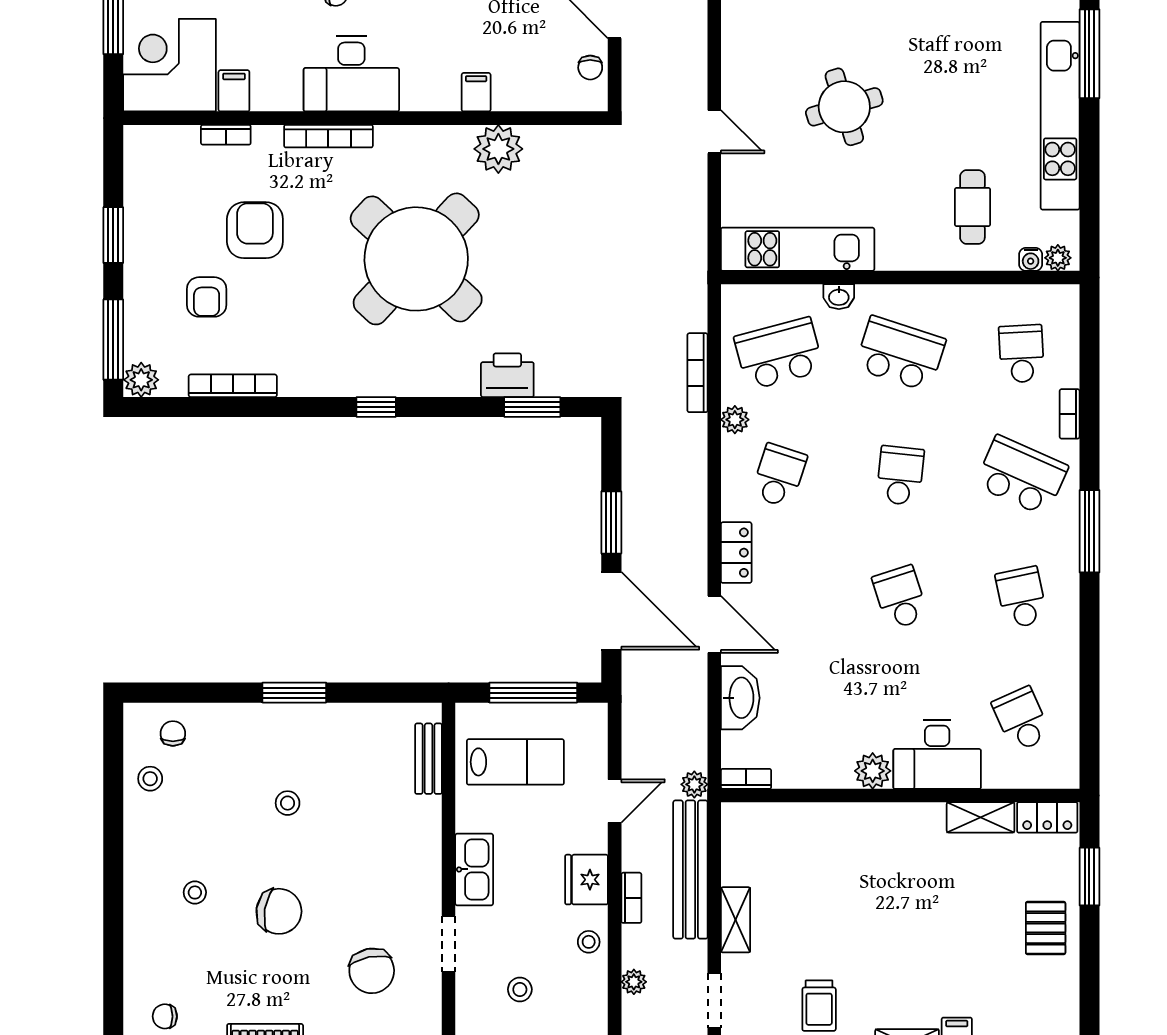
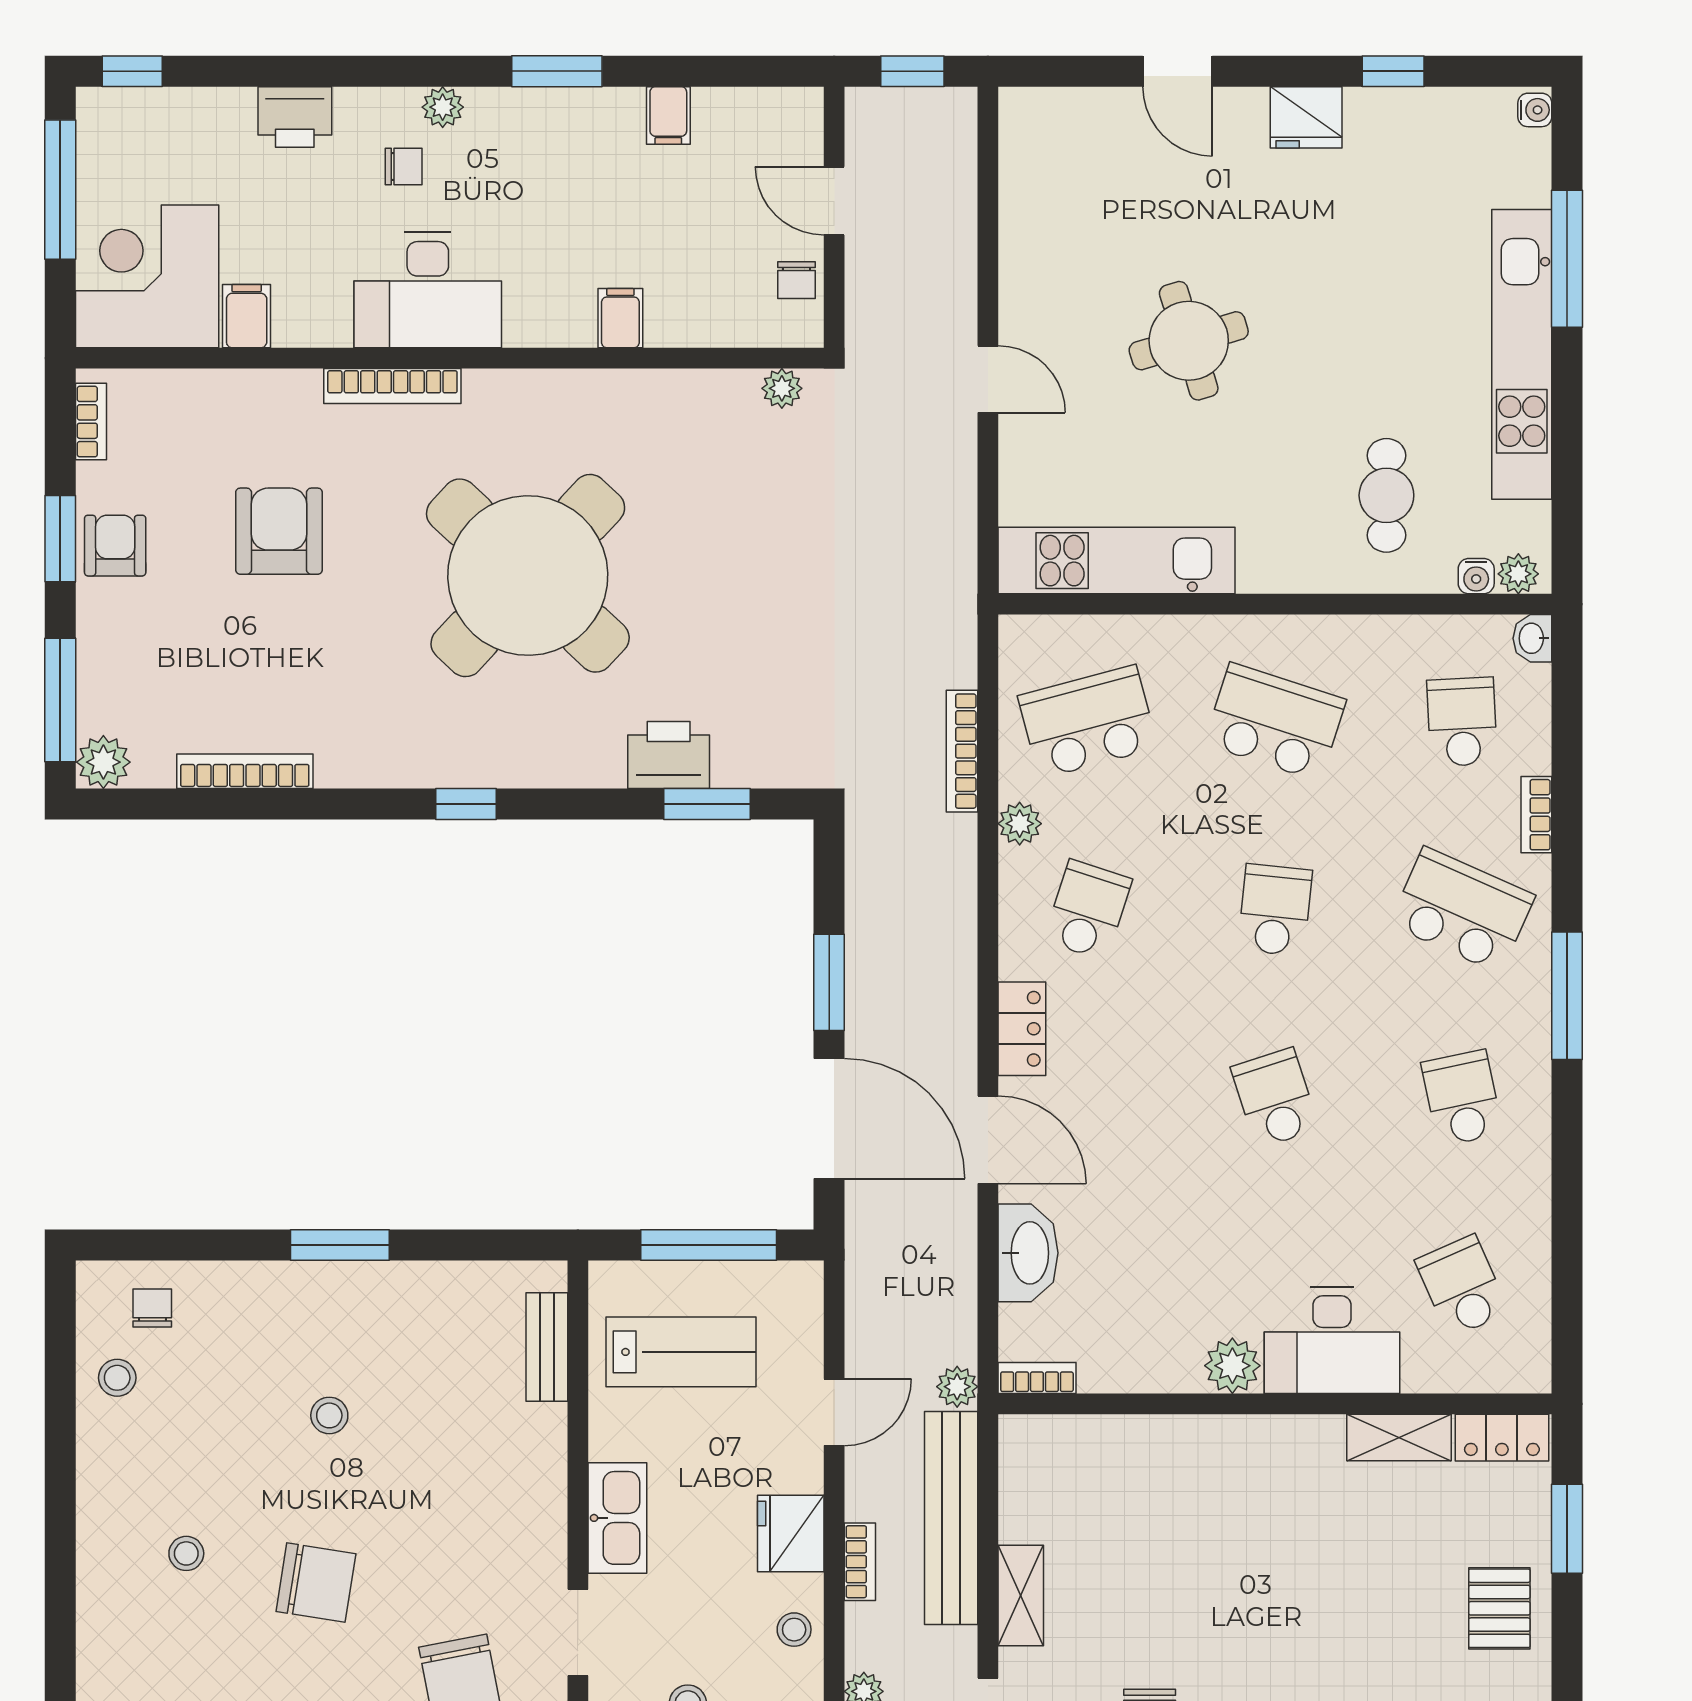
bookcase: (226, 135) -> (91, 422), moved, turned -90
plant: (498, 149) -> (782, 388), moved, width x0.53, depth x0.53
armchair: (207, 297) -> (115, 546), moved, turned 180
washbasin: (839, 297) -> (1532, 638), moved, turned 90

